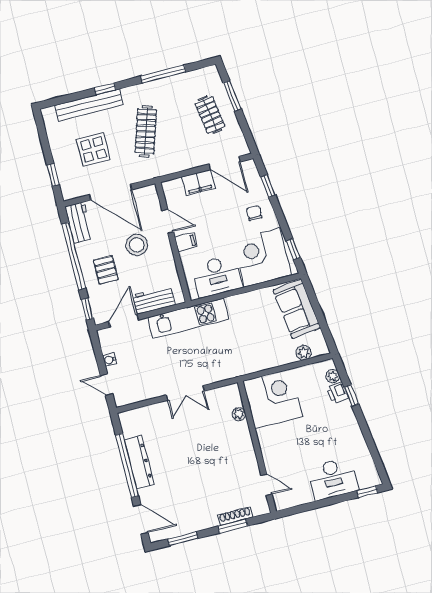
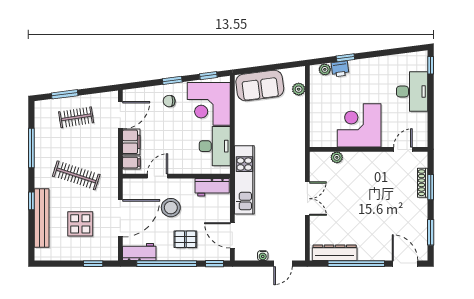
window: (268, 186) -> (172, 80), moved
filing cabinet: (186, 242) -> (131, 163), moved, turned 90
workbench: (154, 300) -> (212, 187), moved, turned -90
corner desk: (273, 399) -> (359, 125), moved
dresser: (139, 462) -> (335, 253), moved
door: (141, 519) -> (405, 264), hinge flipped

